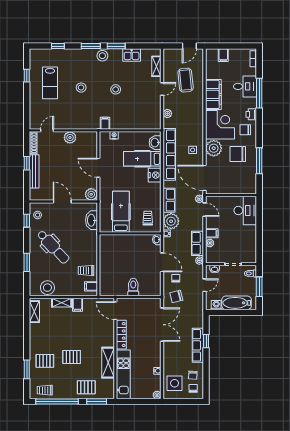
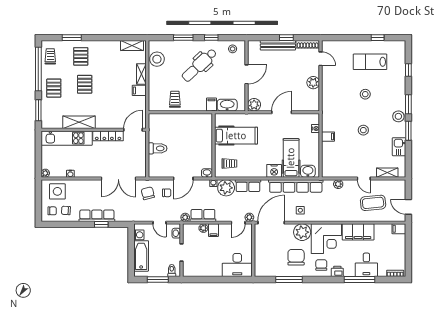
filing cabinet: (223, 55) -> (399, 229), moved
filing cabinet: (105, 123) -> (328, 137), moved
window: (27, 221) -> (211, 38), moved
filing cabinet: (91, 286) -> (211, 105), moved
pallet: (86, 387) -> (54, 88), moved

